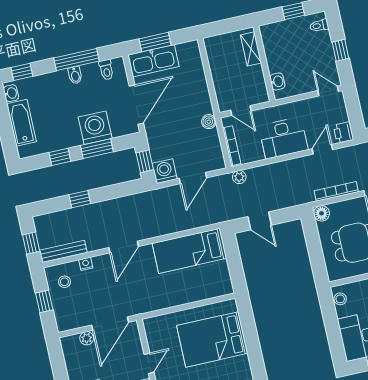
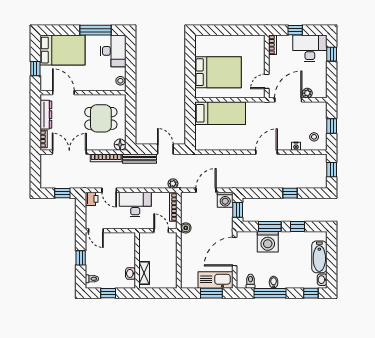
washbasin: (277, 82) -> (131, 273), moved
door: (322, 149) -> (109, 190), hinge flipped
bench: (63, 251) -> (140, 159), moved
bed: (189, 251) -> (220, 113), moved
door: (149, 363) -> (267, 81), moved

